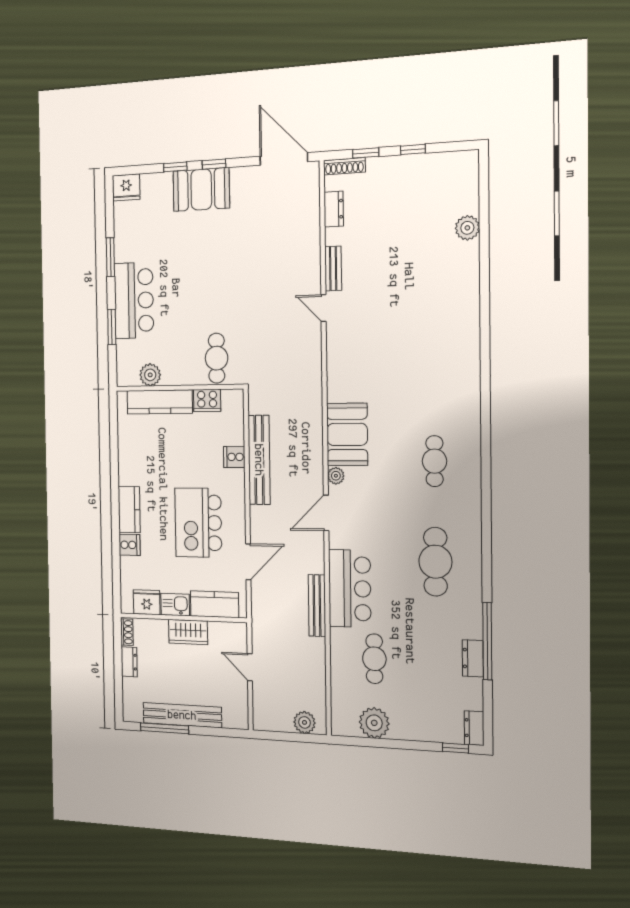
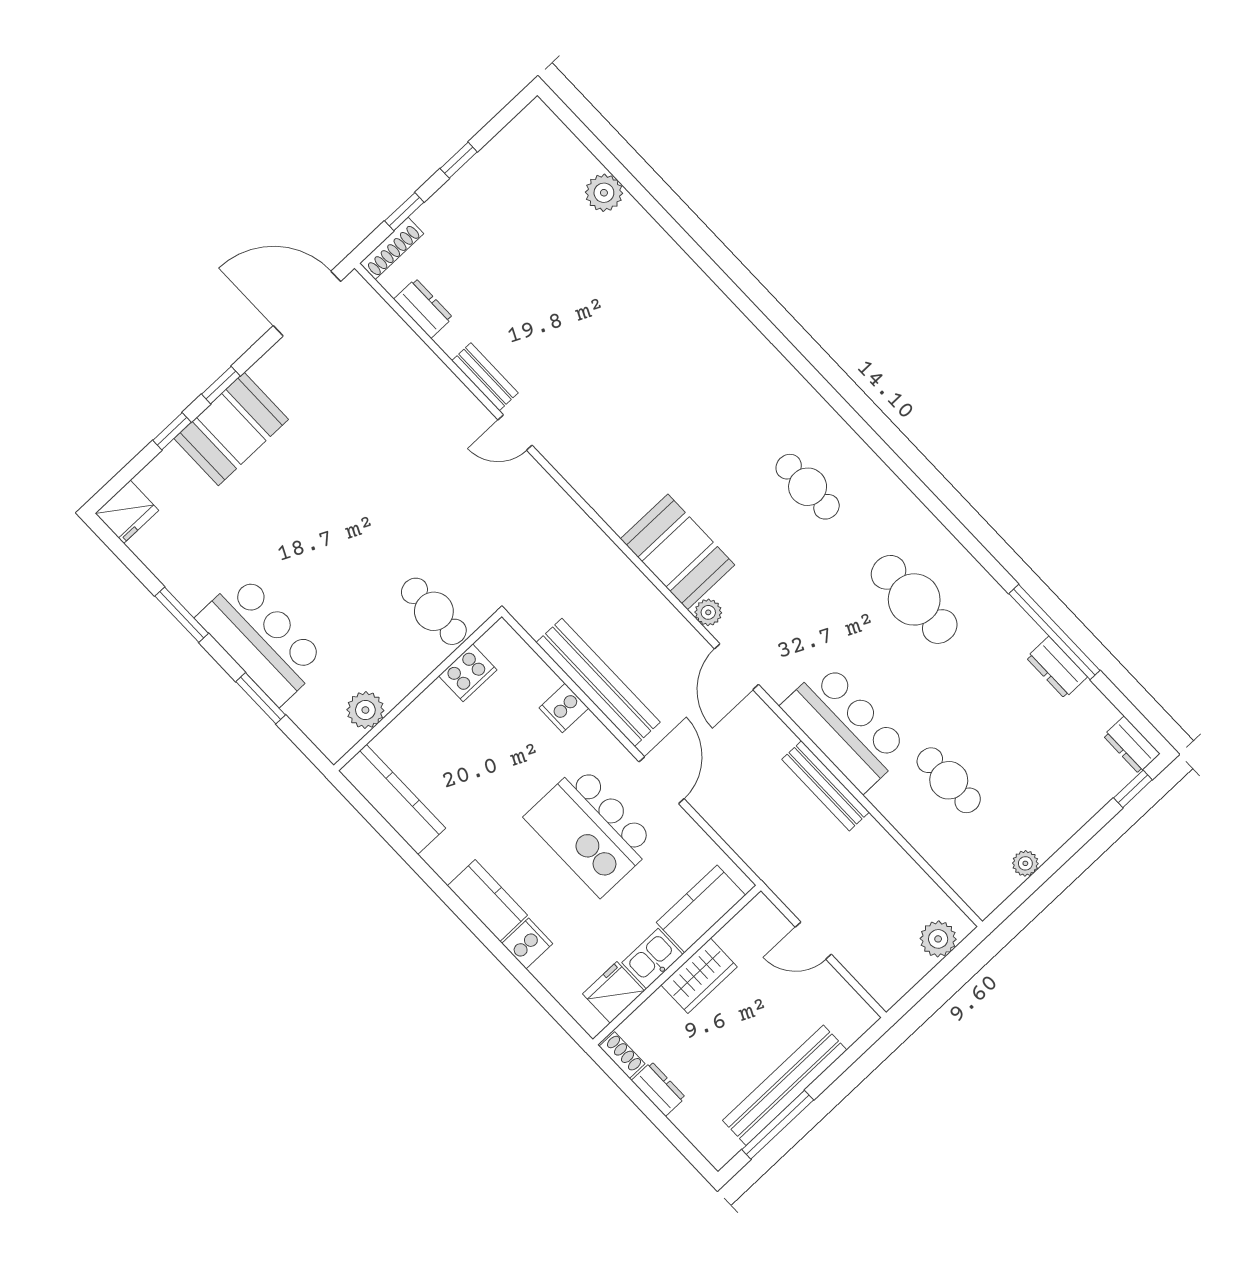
kitchen counter: (160, 402) -> (392, 799), moved, turned -90
door: (248, 562) -> (662, 780), moved
plant: (374, 723) -> (1025, 863), width x0.53, depth x0.53

